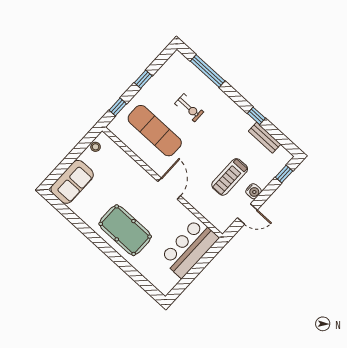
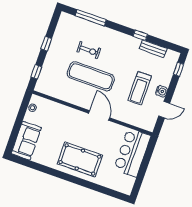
exercise mat: (155, 131) -> (91, 76), moved

